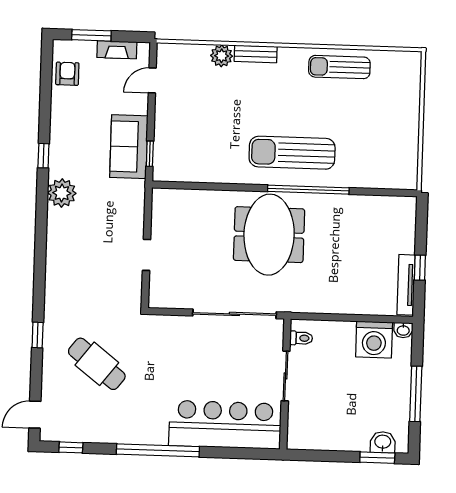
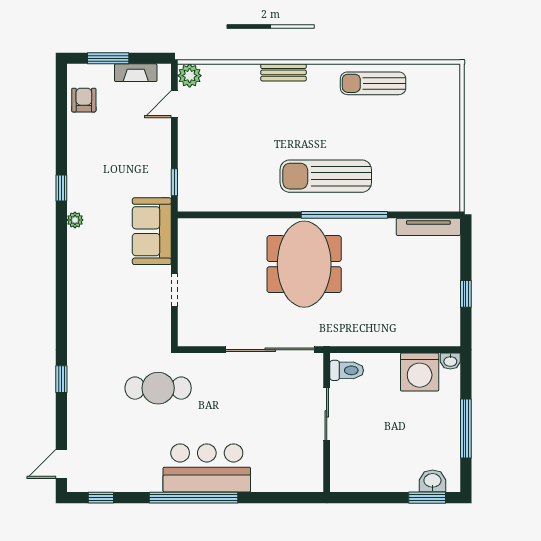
plant: (222, 56) -> (190, 76), moved
sofa: (129, 147) -> (152, 231), moved
plant: (62, 193) -> (75, 220), width x0.53, depth x0.53
tv unit: (406, 285) -> (428, 227), moved, turned -90
toilet: (301, 338) -> (347, 370), width x1.37, depth x1.39
cafe table: (97, 364) -> (158, 388), moved, turned -38
bar counter: (225, 425) -> (207, 468), moved, width x0.73

